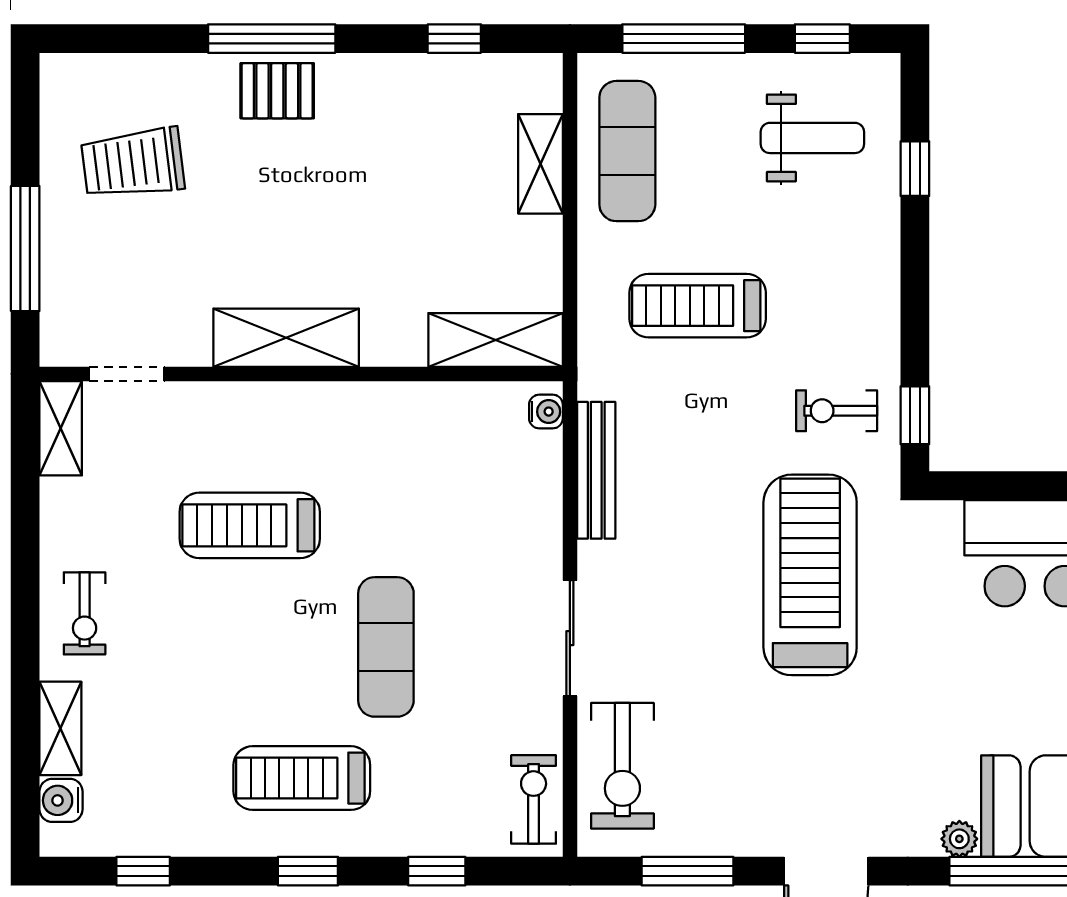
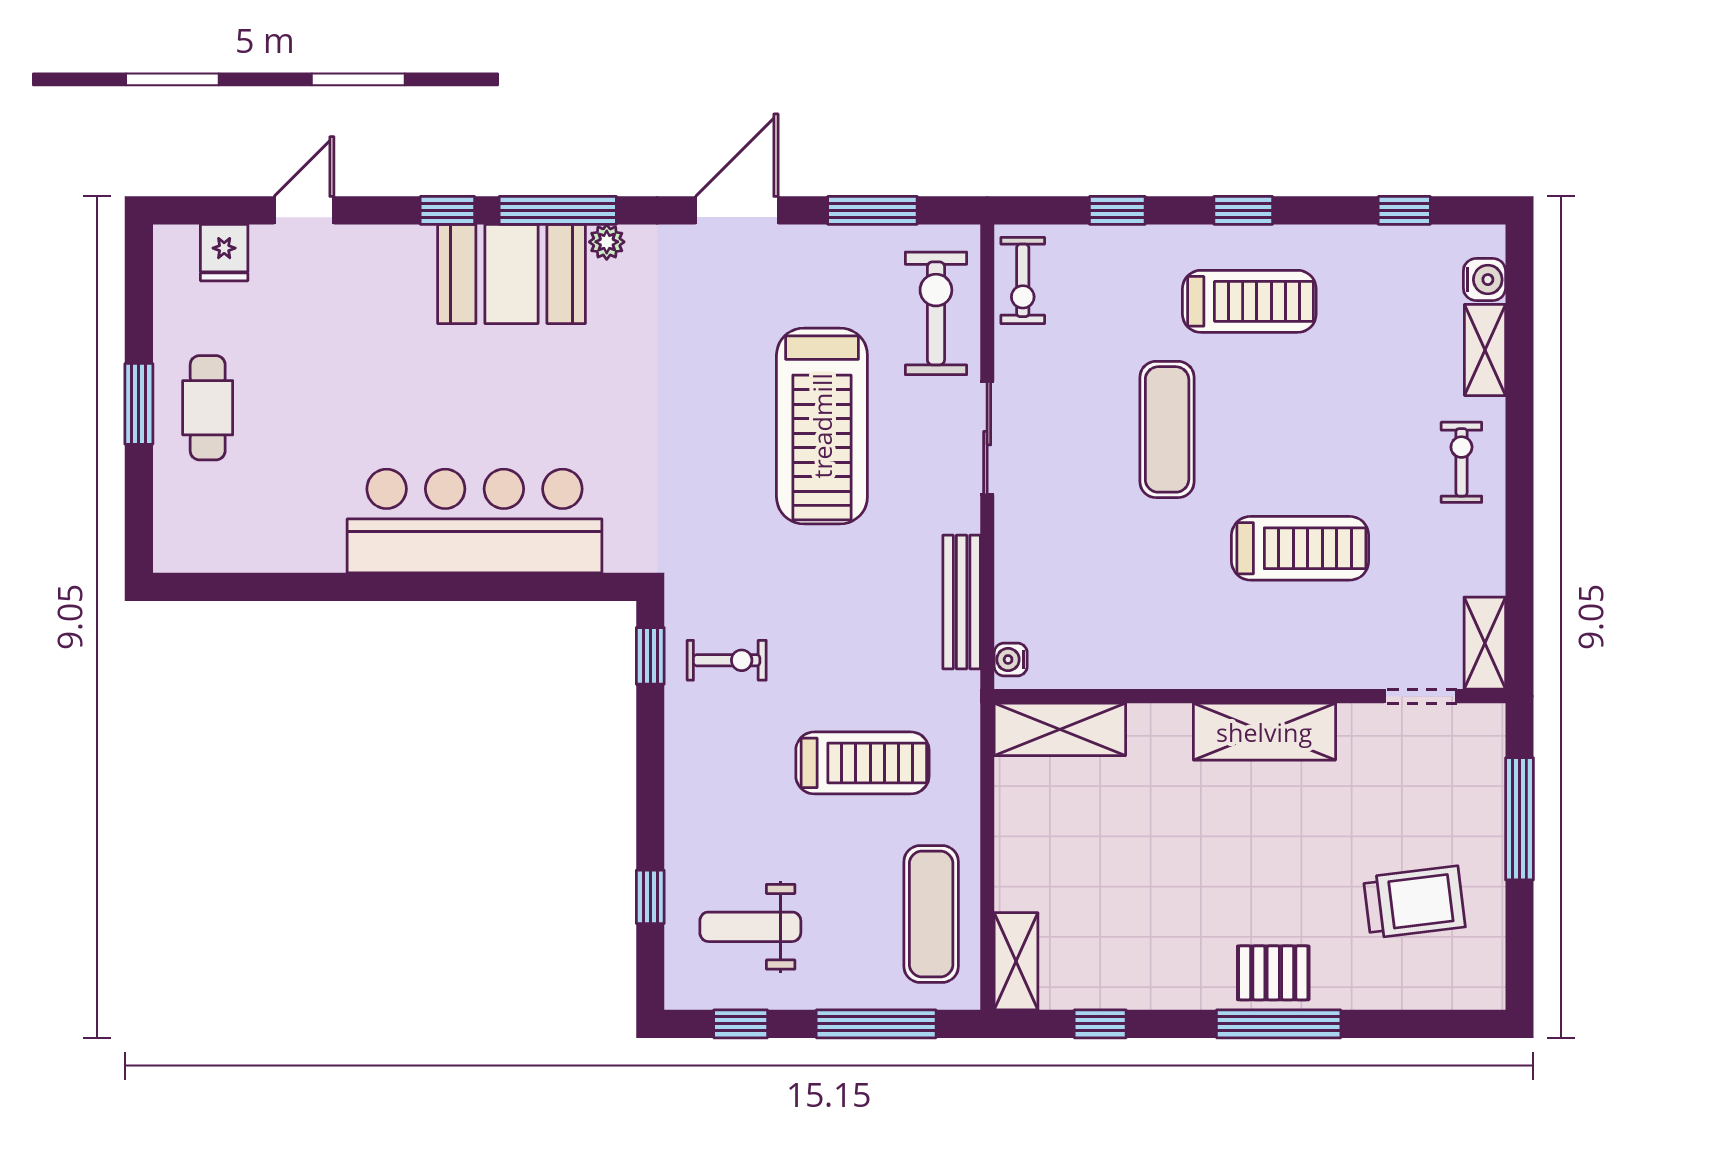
shelving: (540, 164) -> (1016, 961), moved
treadmill: (810, 575) -> (822, 426), moved

